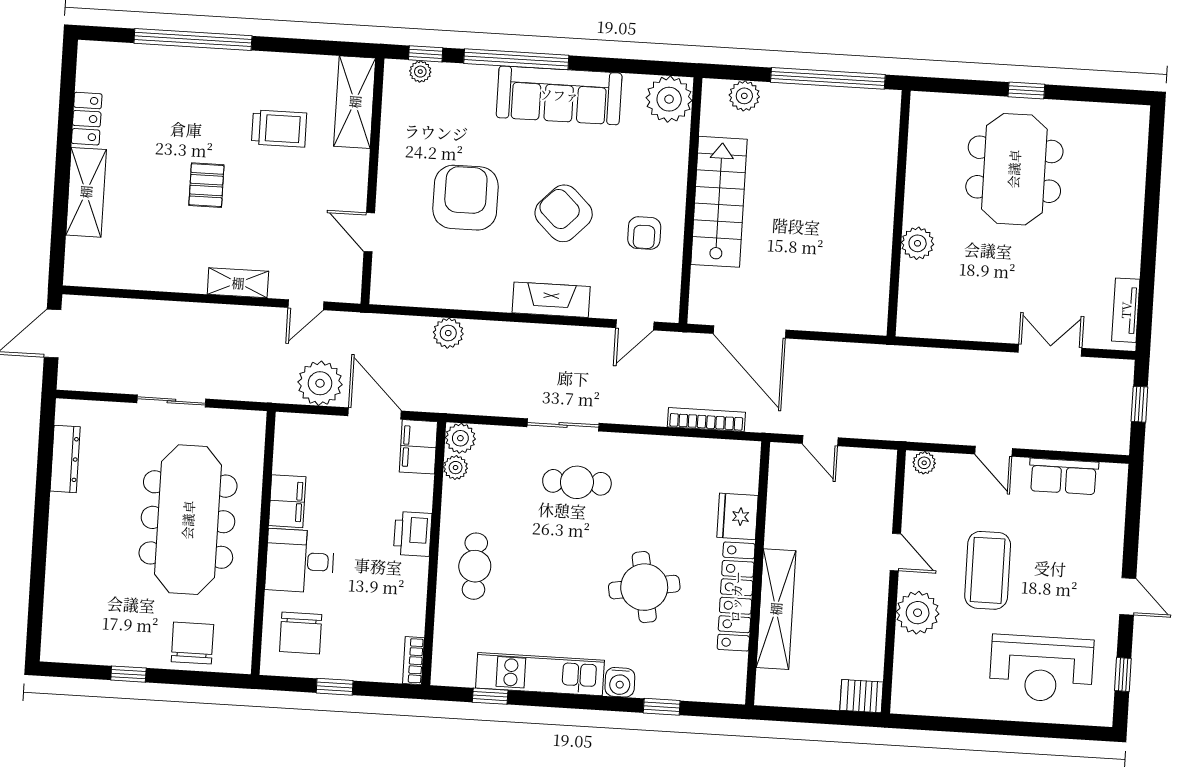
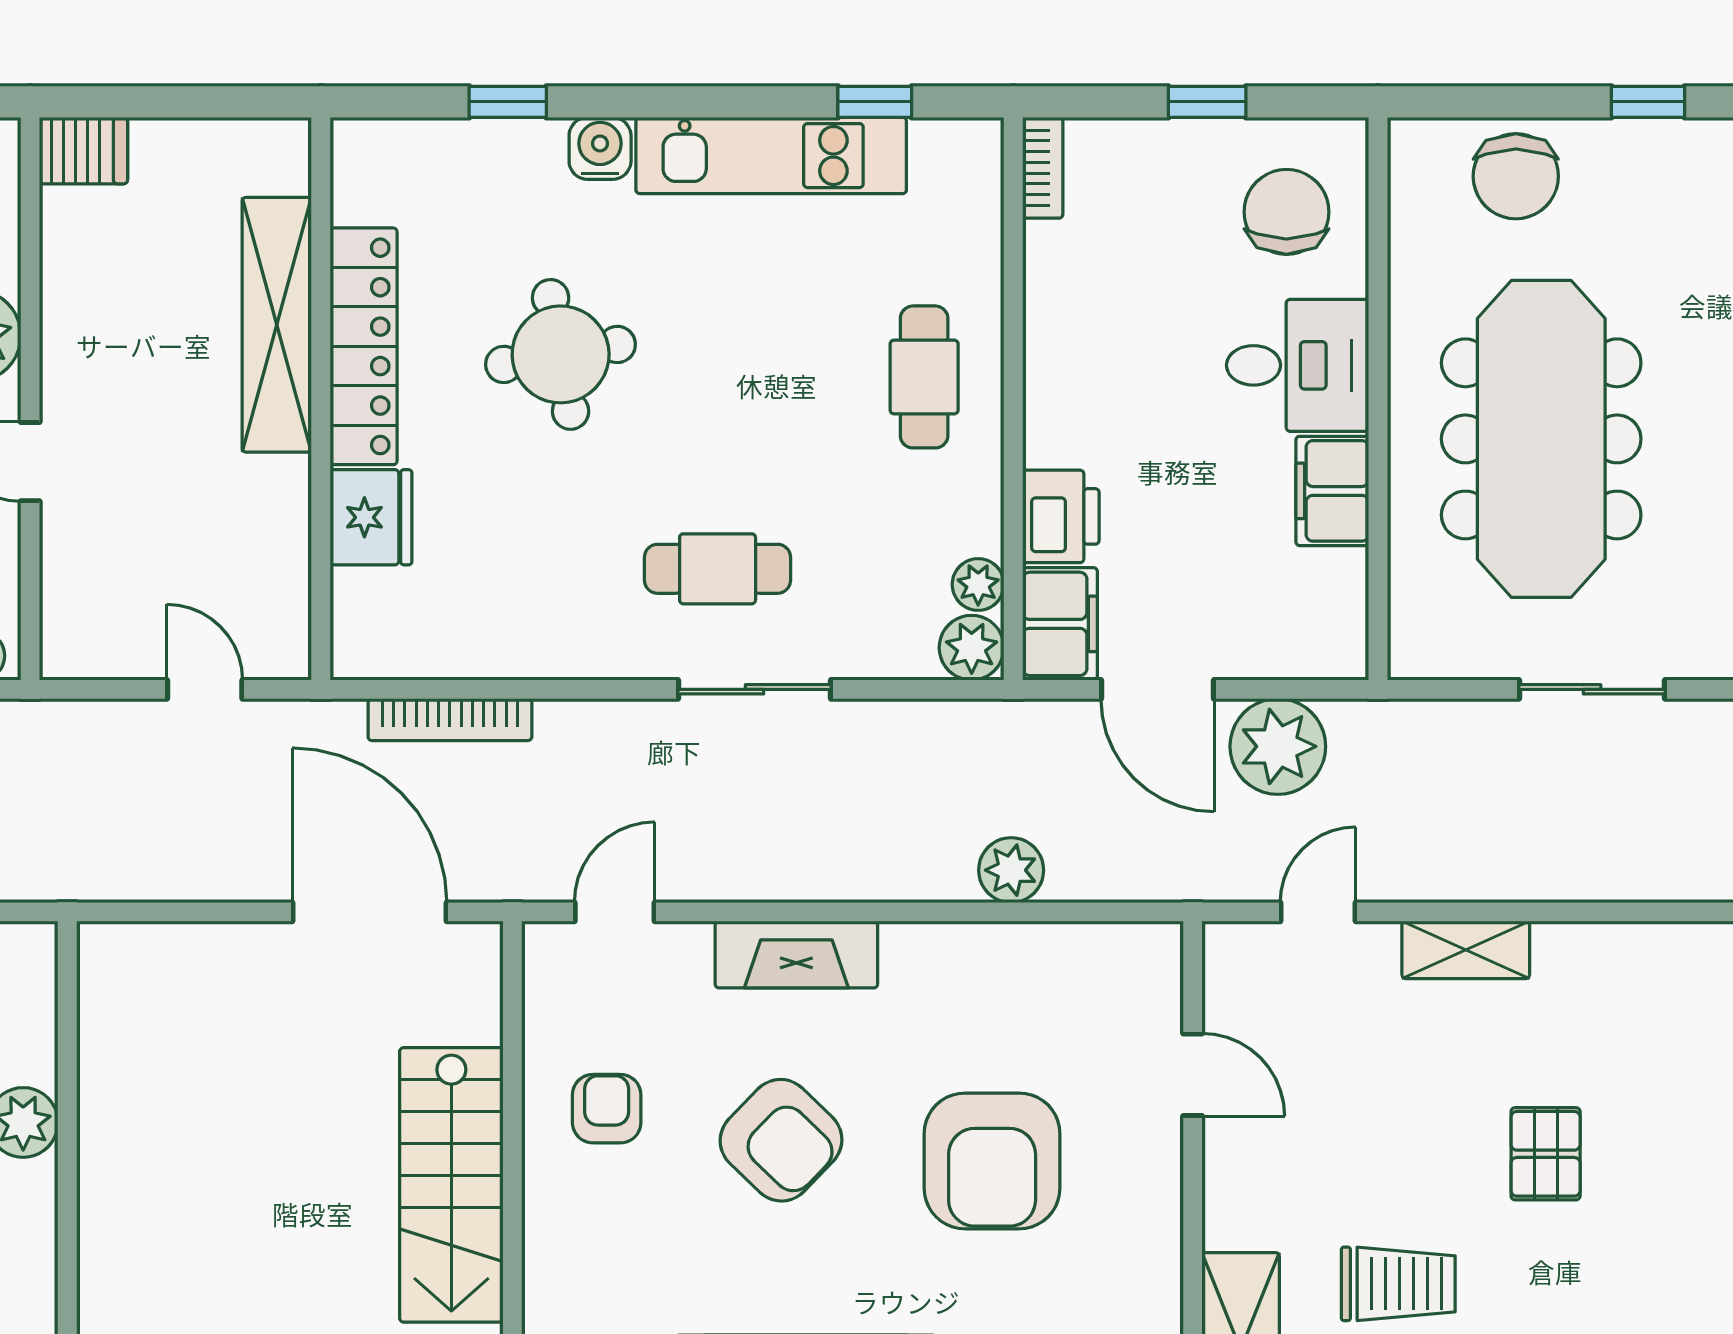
trolley: (279, 129) -> (1398, 1284), turned 180
printer: (413, 534) -> (1061, 516), moved

